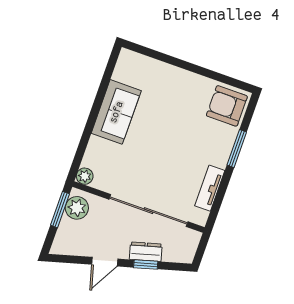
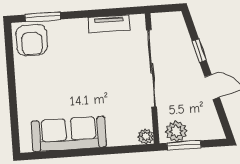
sofa: (116, 112) -> (69, 134), width x1.36
window: (237, 149) -> (43, 17), moved
dresser: (146, 252) -> (188, 55), removed

